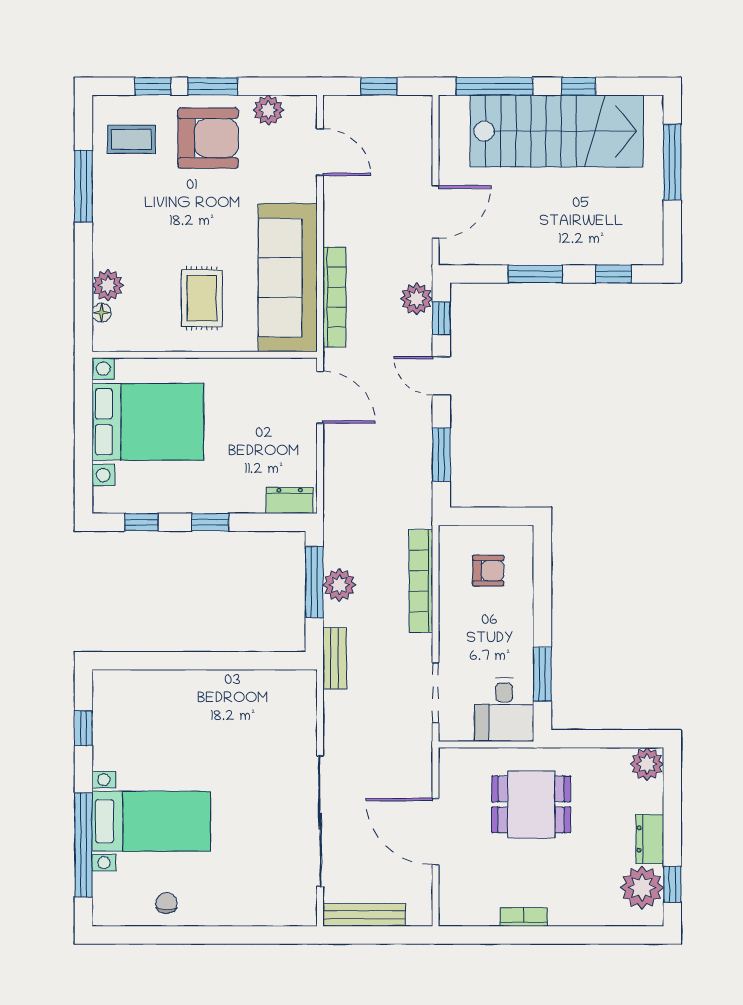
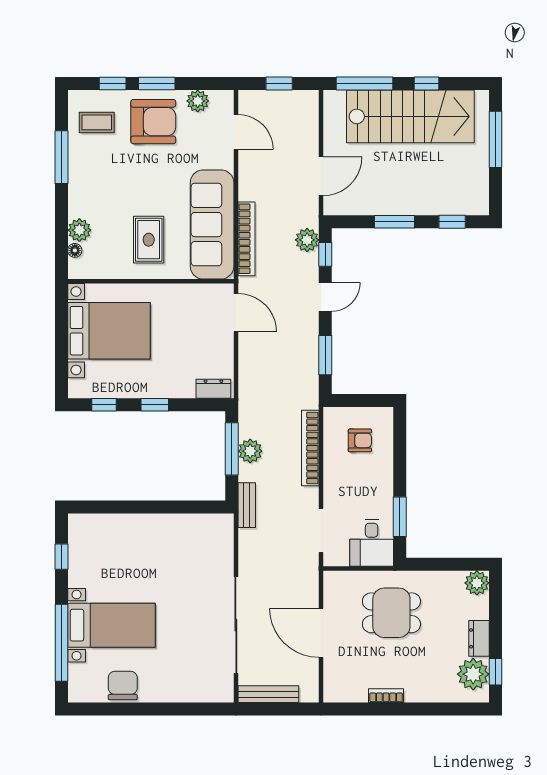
door: (441, 376) -> (325, 297), swing flipped
chair: (167, 903) -> (123, 686), width x1.87, depth x1.87

